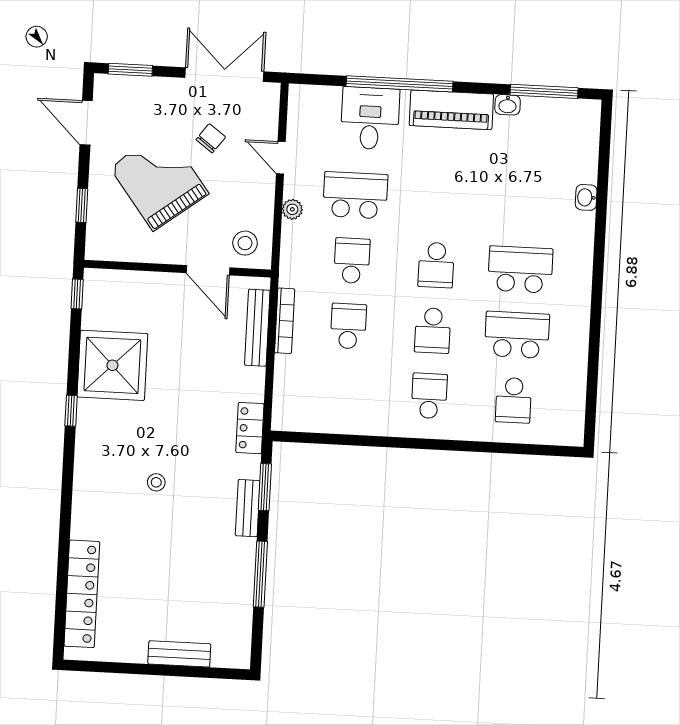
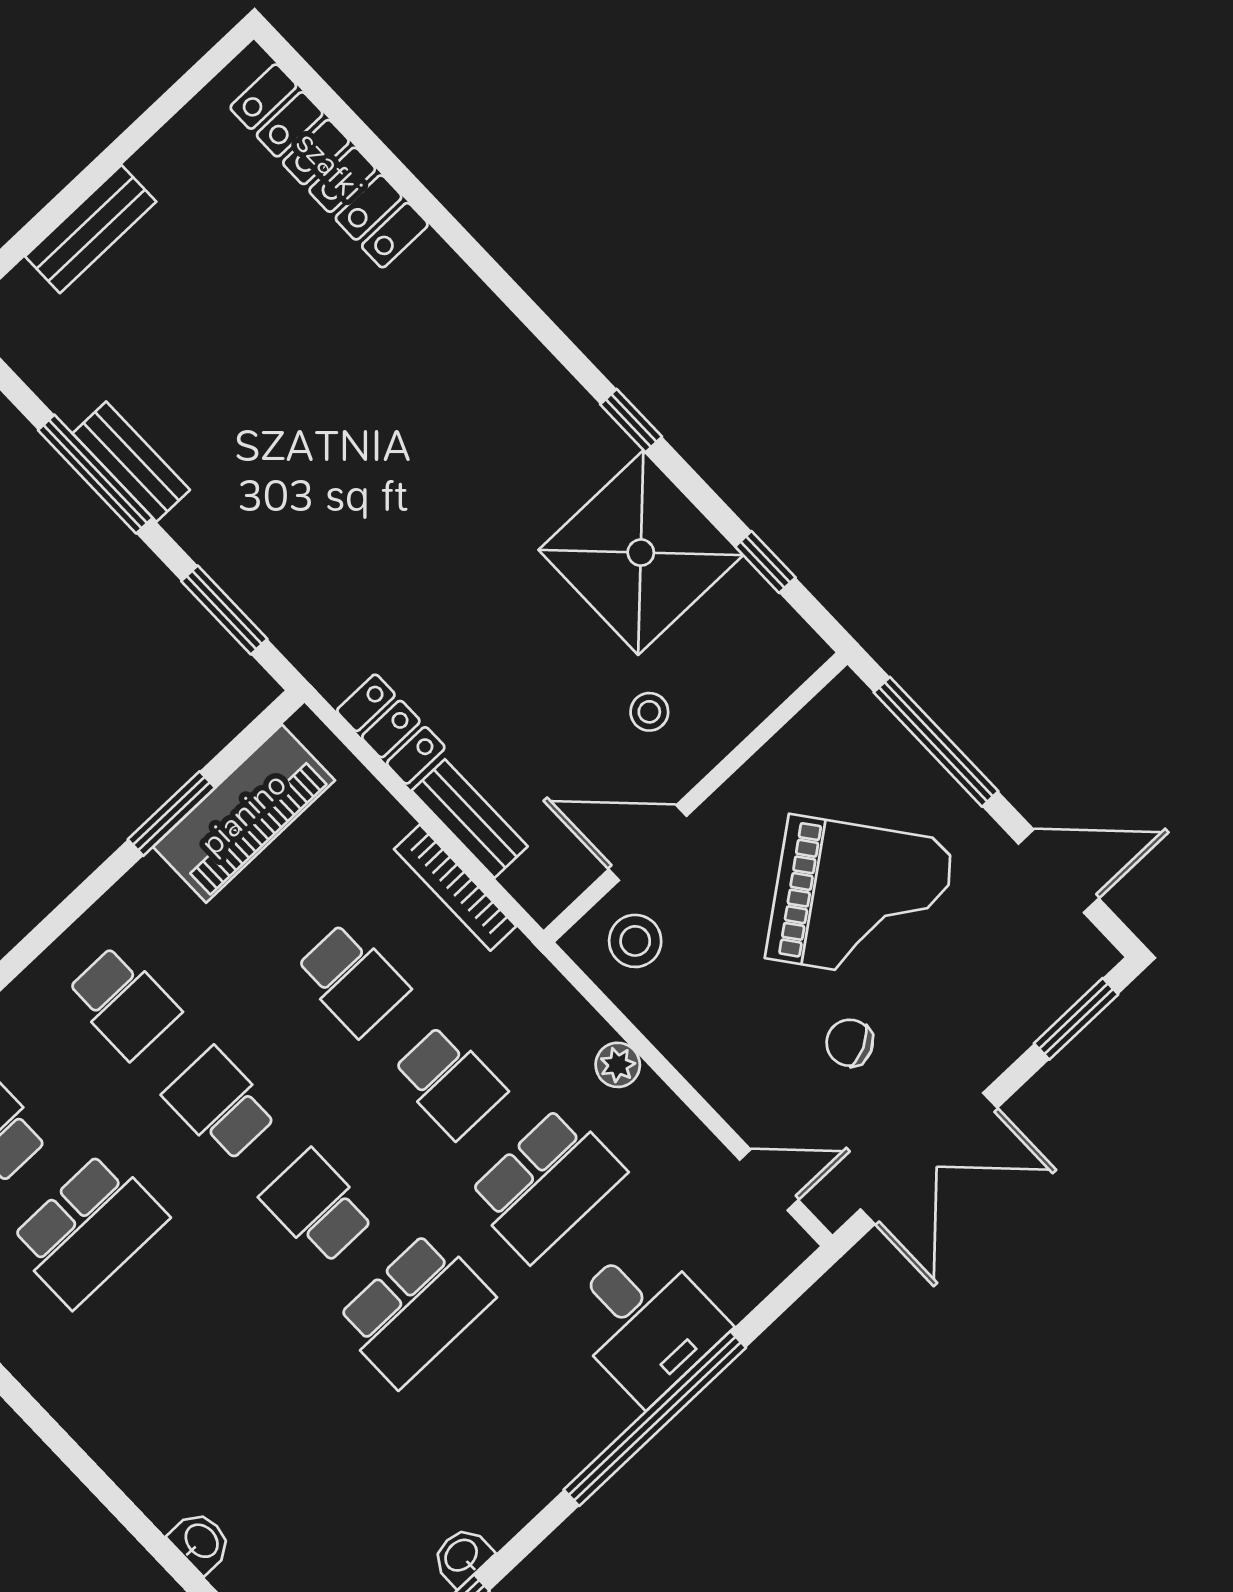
piano: (451, 110) -> (244, 814), moved, turned 180
chair: (211, 138) -> (850, 1043), turned 117
door: (281, 158) -> (769, 1180), moved
window: (82, 205) -> (936, 742), width x2.17
school desk: (520, 269) -> (415, 1309), moved
window: (77, 294) -> (765, 562), moved
bench: (257, 328) -> (470, 819), width x0.73
locker: (250, 428) -> (391, 729), moved
window: (350, 440) -> (171, 814), added
stool: (156, 482) -> (649, 712), moved
bench: (248, 508) -> (131, 462), moved

